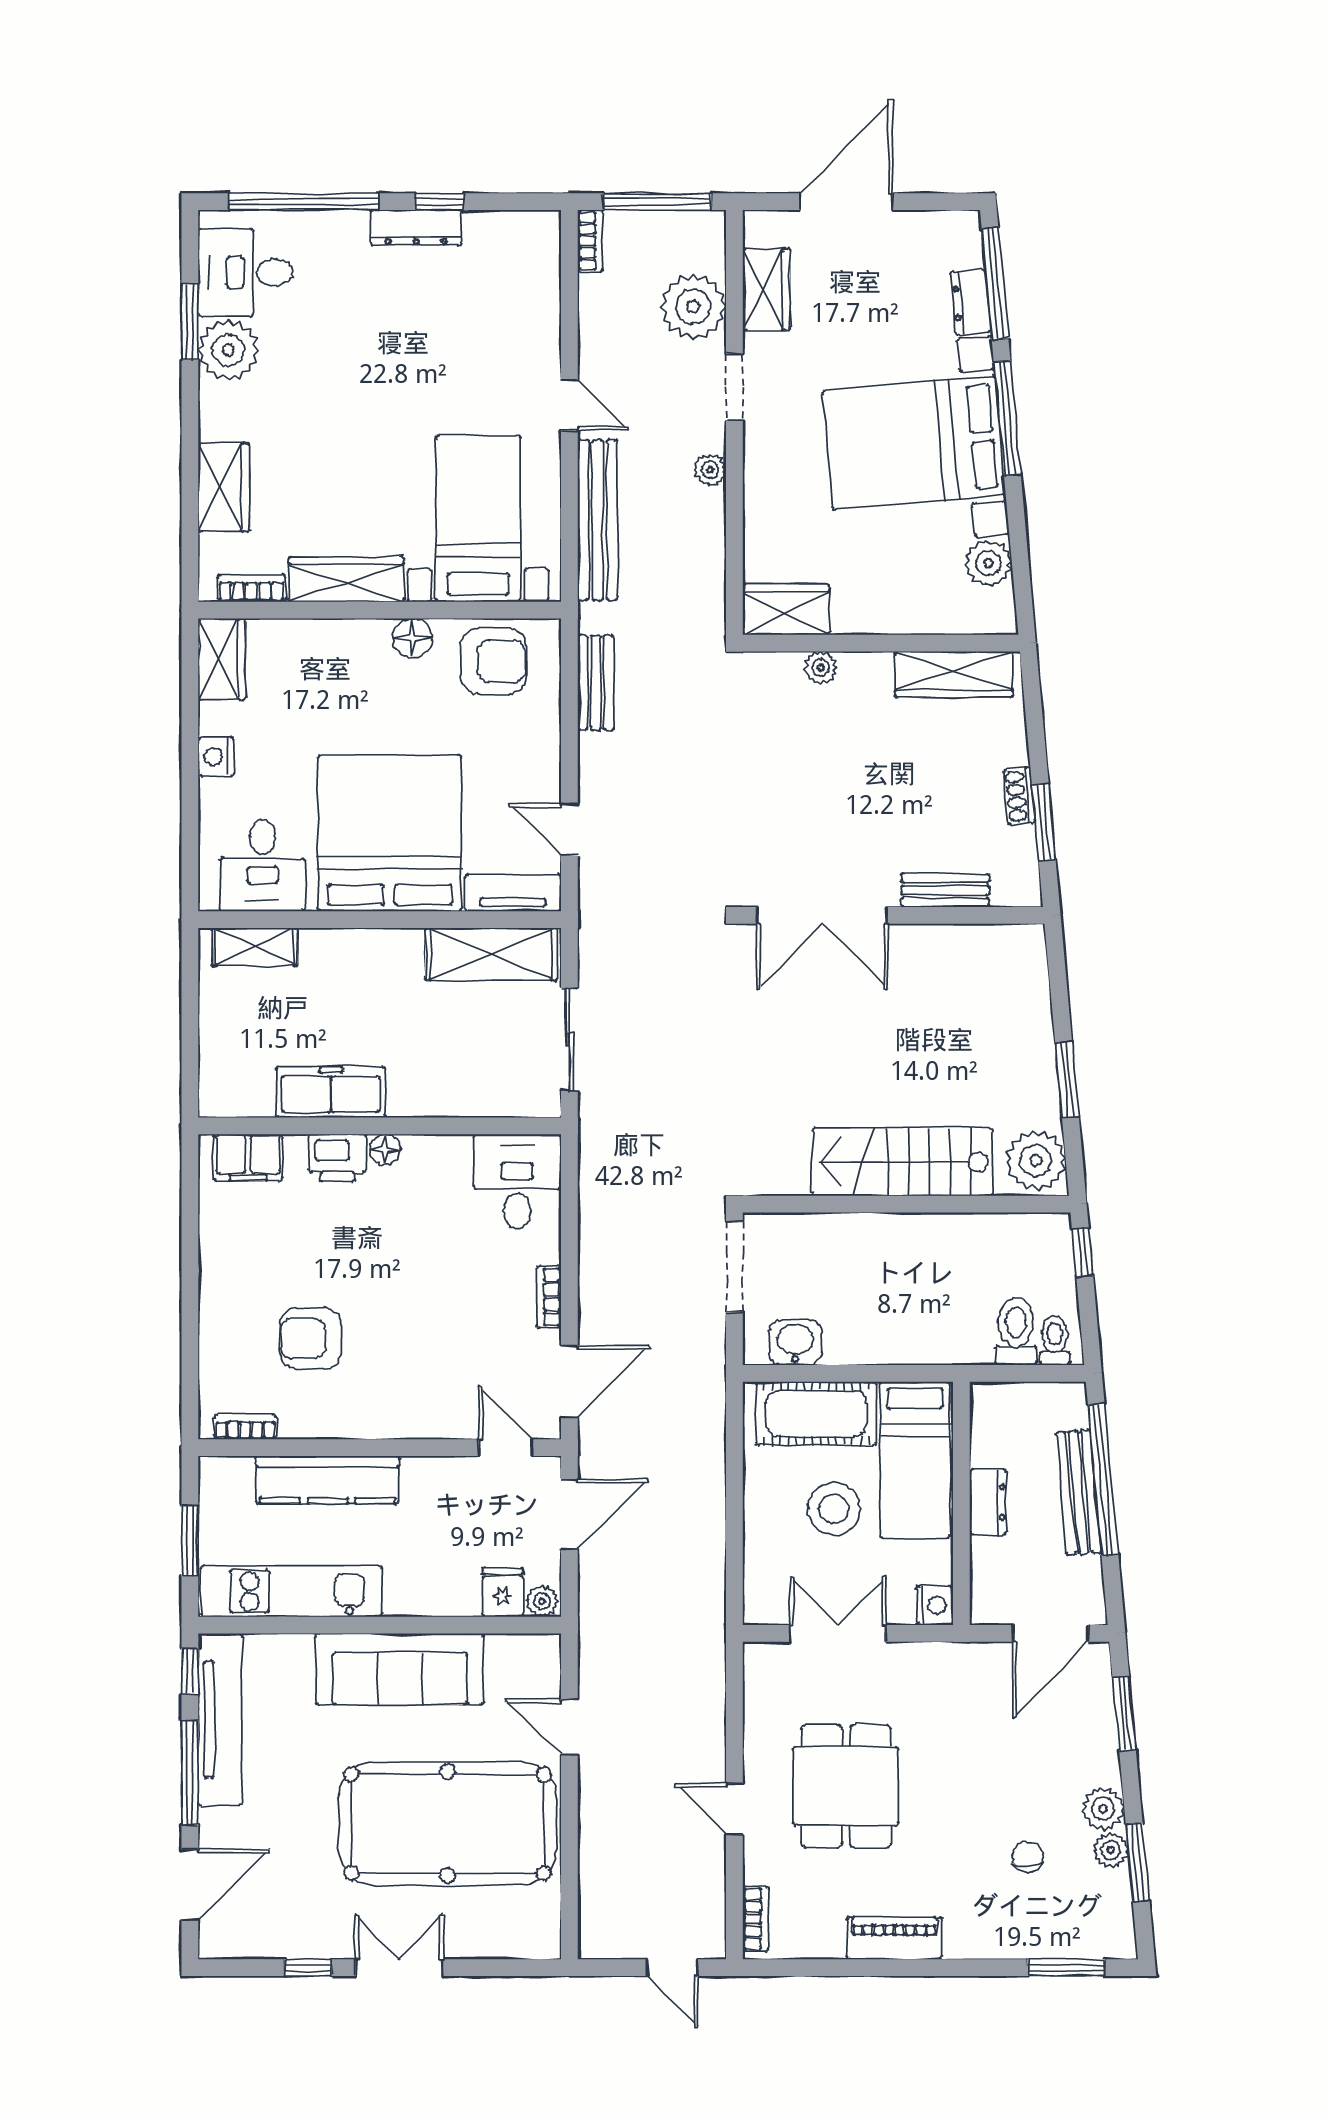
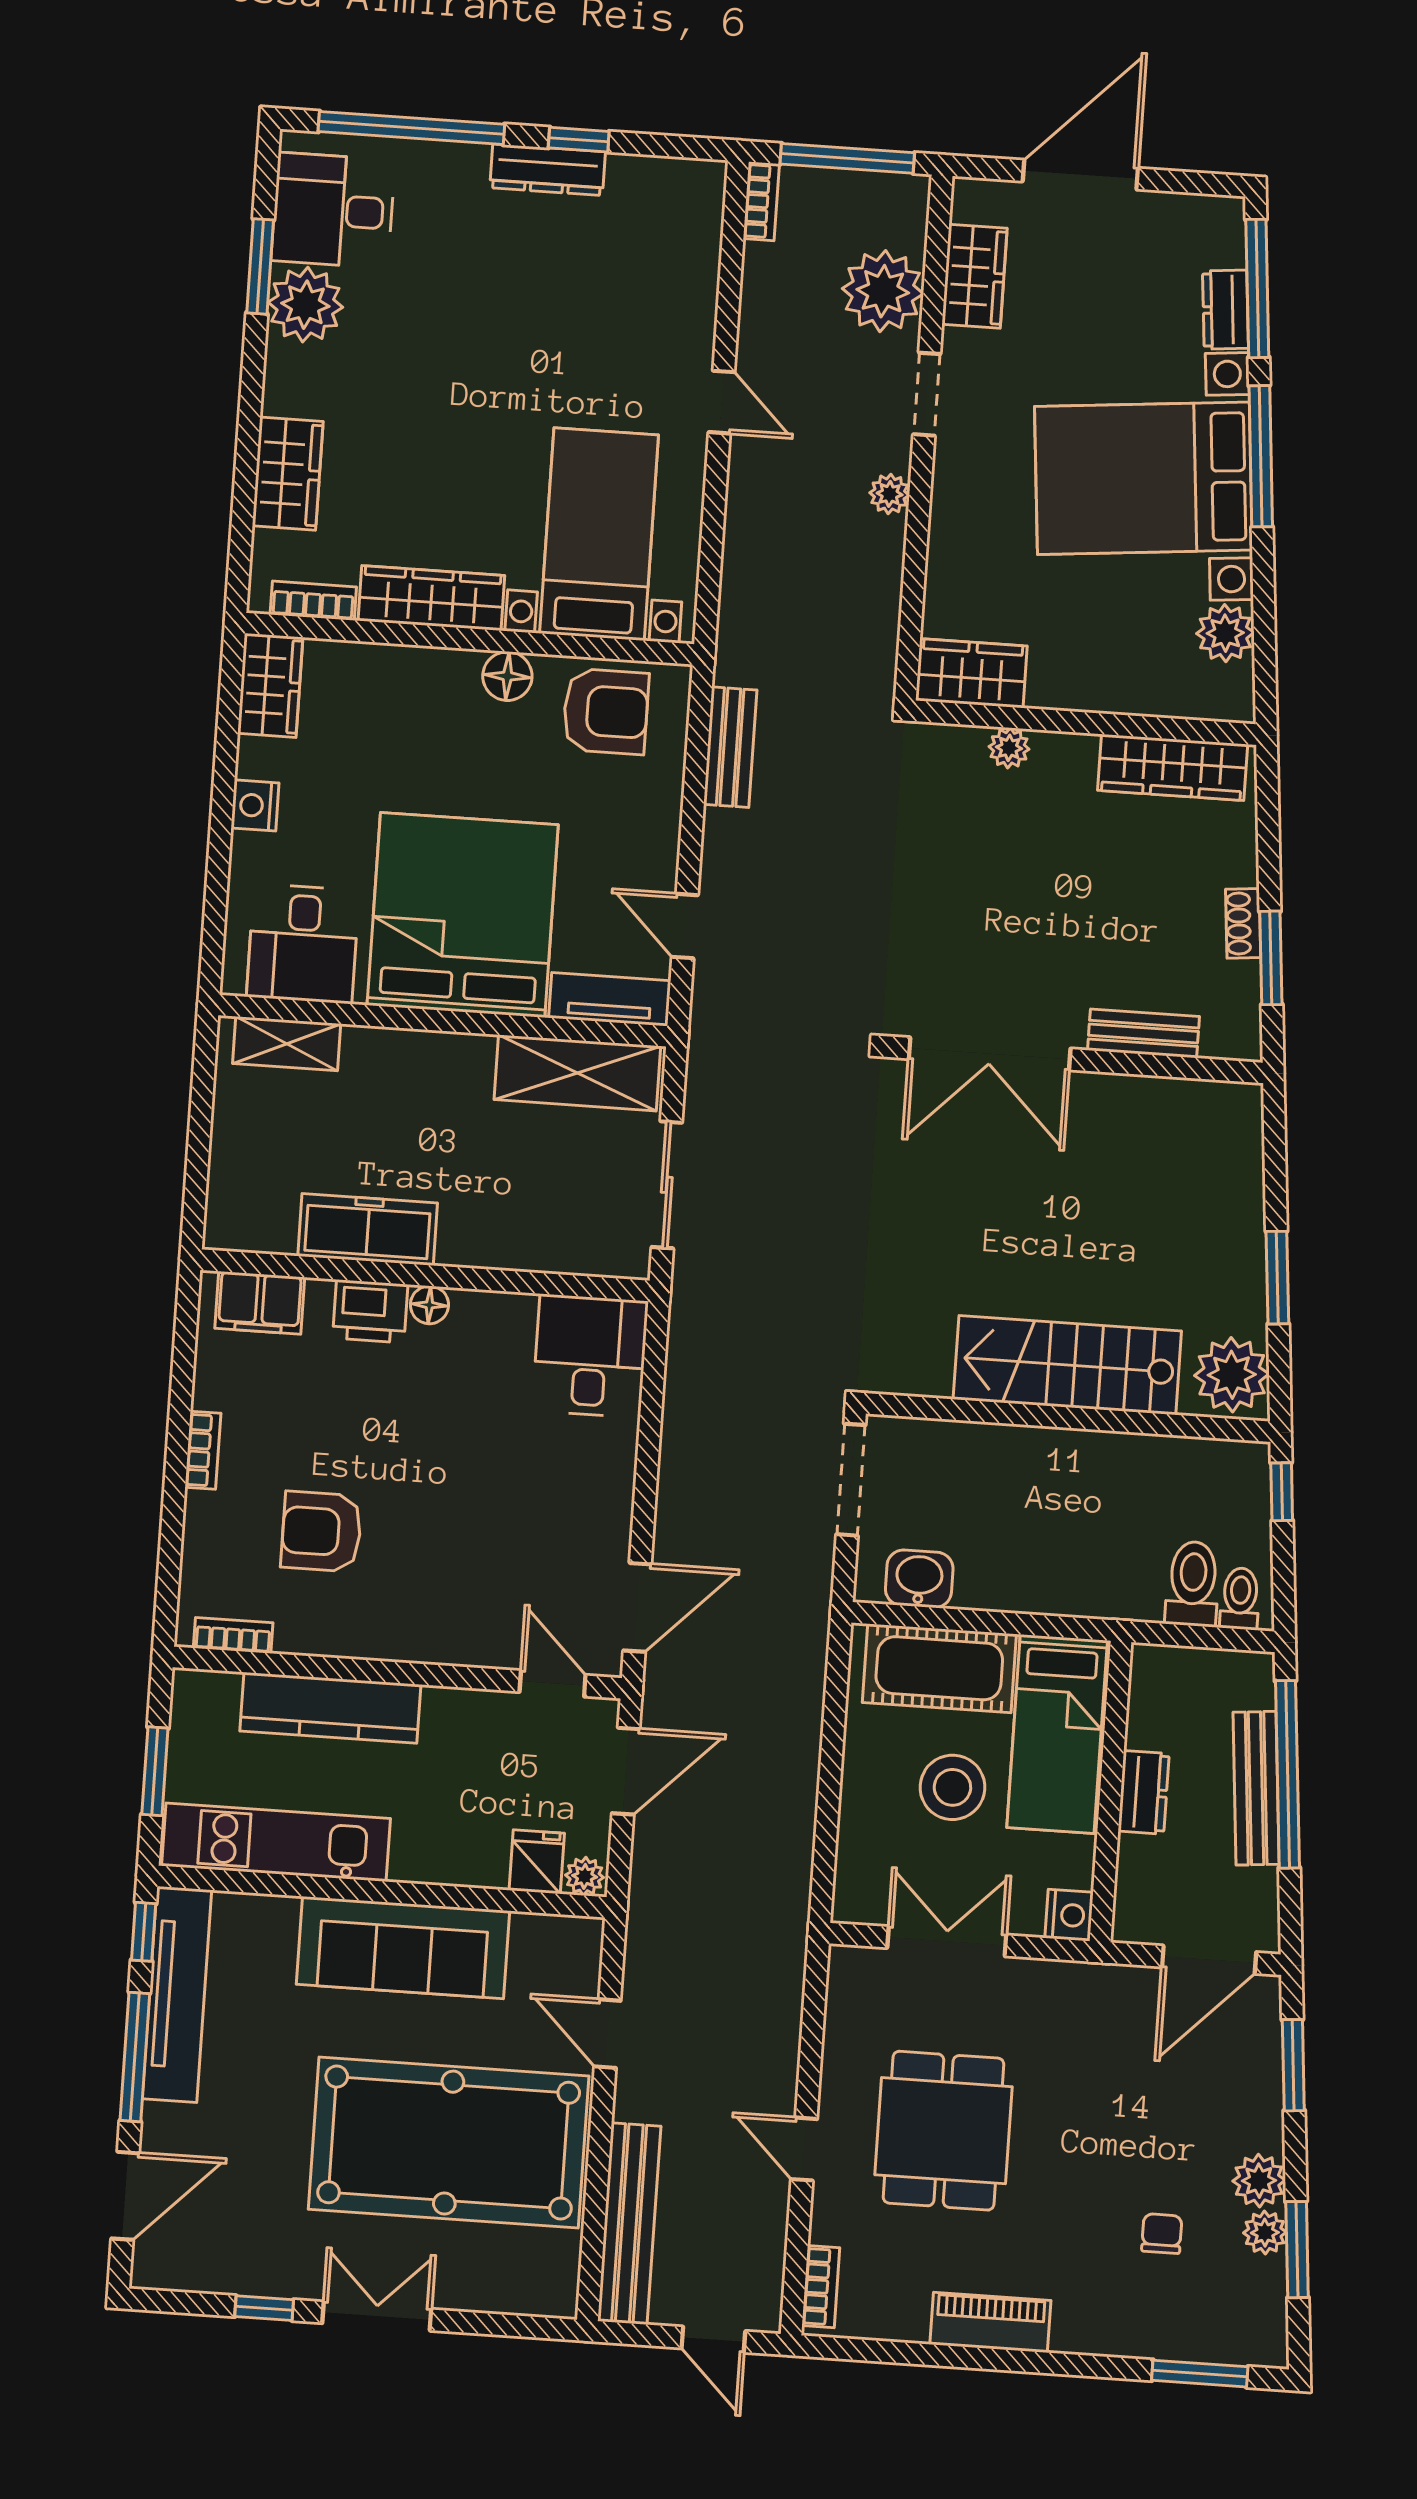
bench: (598, 520) -> (629, 2224), moved
bookcase: (549, 1297) -> (203, 1450), moved, turned 180

